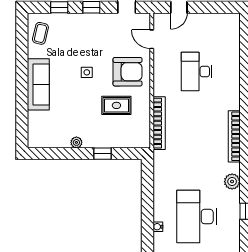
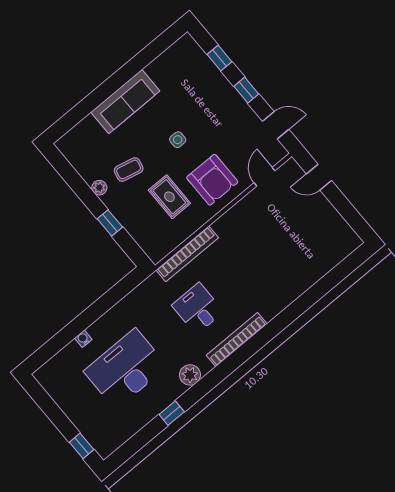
coffee table: (40, 33) -> (129, 169), moved
desk: (197, 71) -> (198, 308), moved, width x0.73

